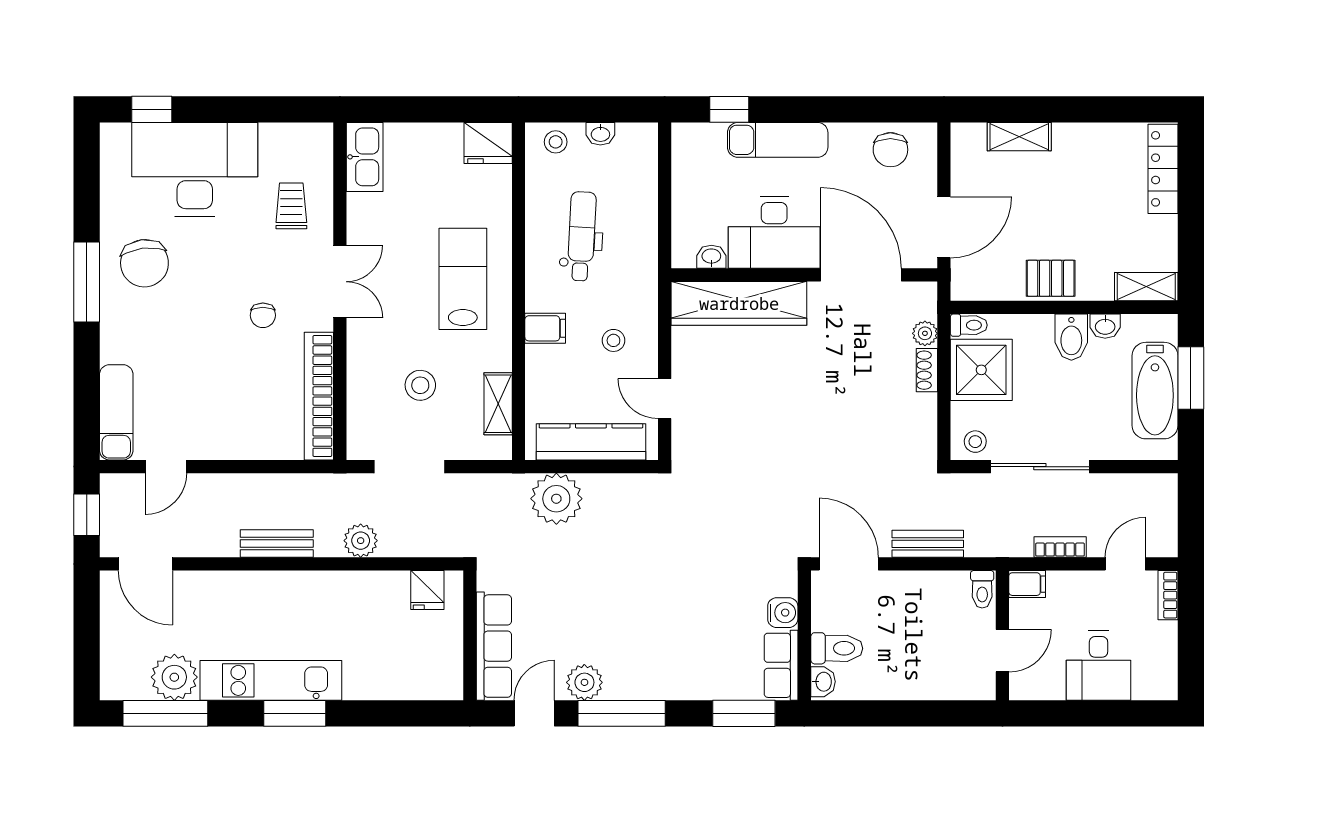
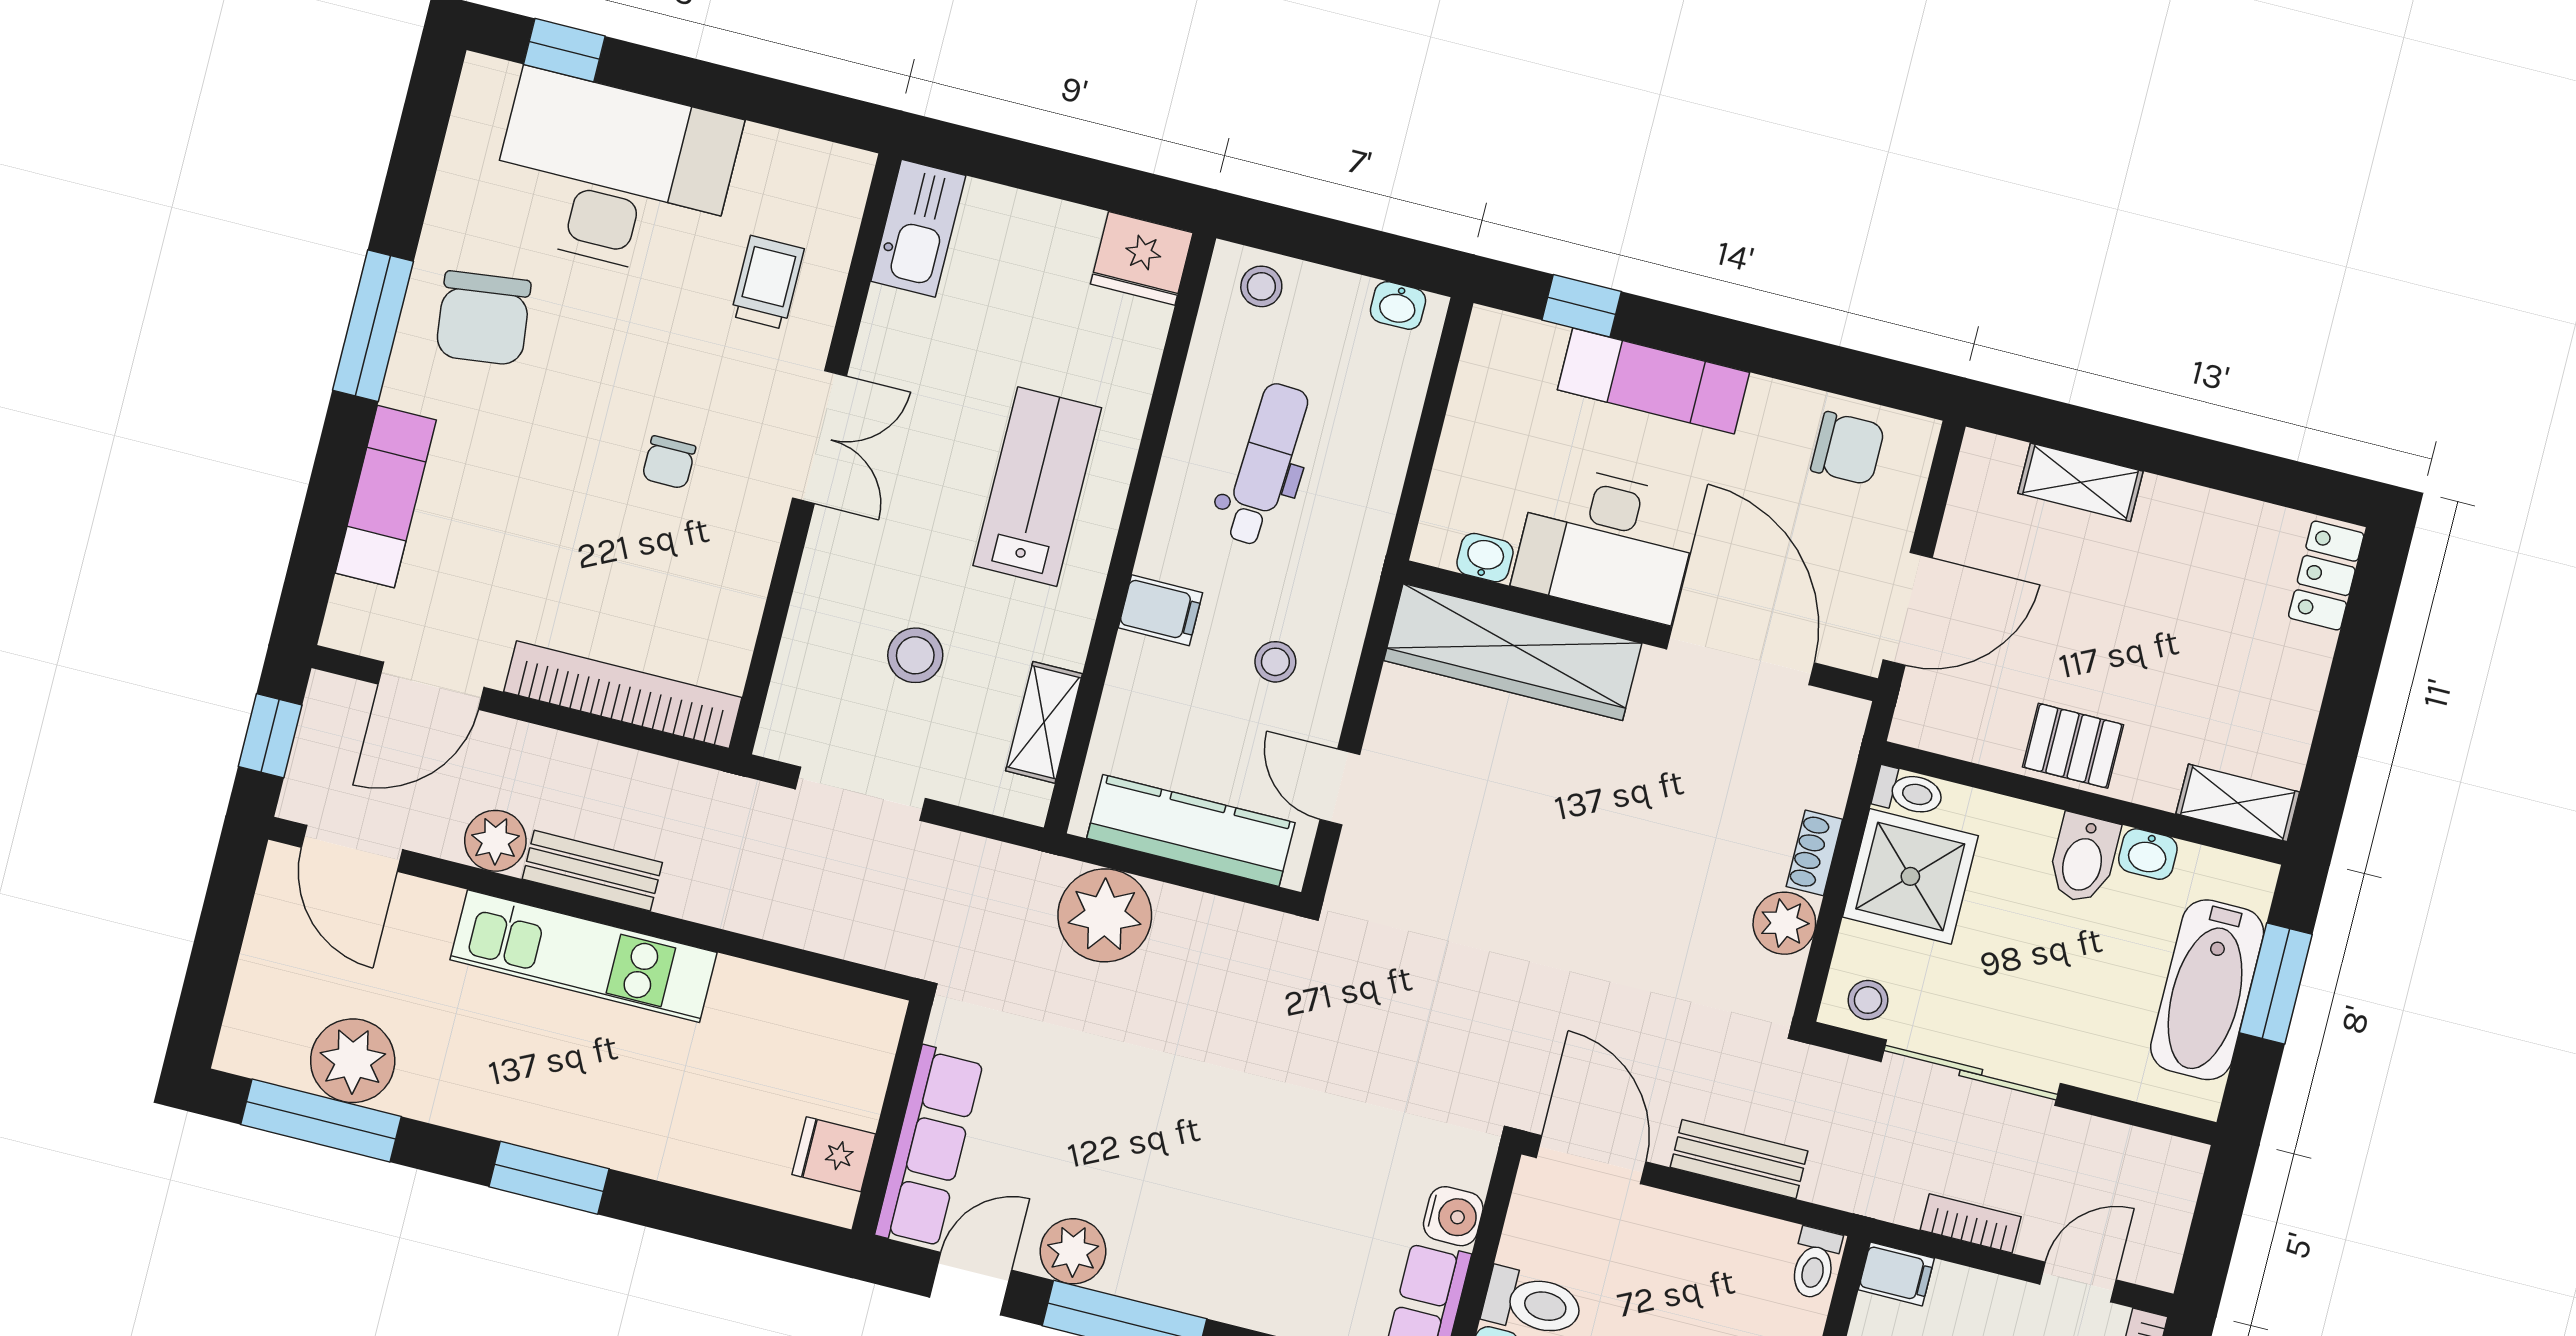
washbasin: (600, 134) -> (1398, 305), moved
chair: (890, 150) -> (1848, 448), turned -90
locker: (1163, 169) -> (2326, 575), width x0.66
plant: (925, 333) -> (1784, 923), moved, width x1.38, depth x1.38
bookcase: (319, 396) -> (623, 695), moved, turned 90
exam couch: (116, 412) -> (386, 497), moved
door: (166, 467) -> (431, 686), width x1.38
plant: (361, 541) -> (495, 841), moved
fridge: (427, 590) -> (834, 1154), moved, turned 90
kitchen unit: (271, 680) -> (584, 956), moved, turned 180

